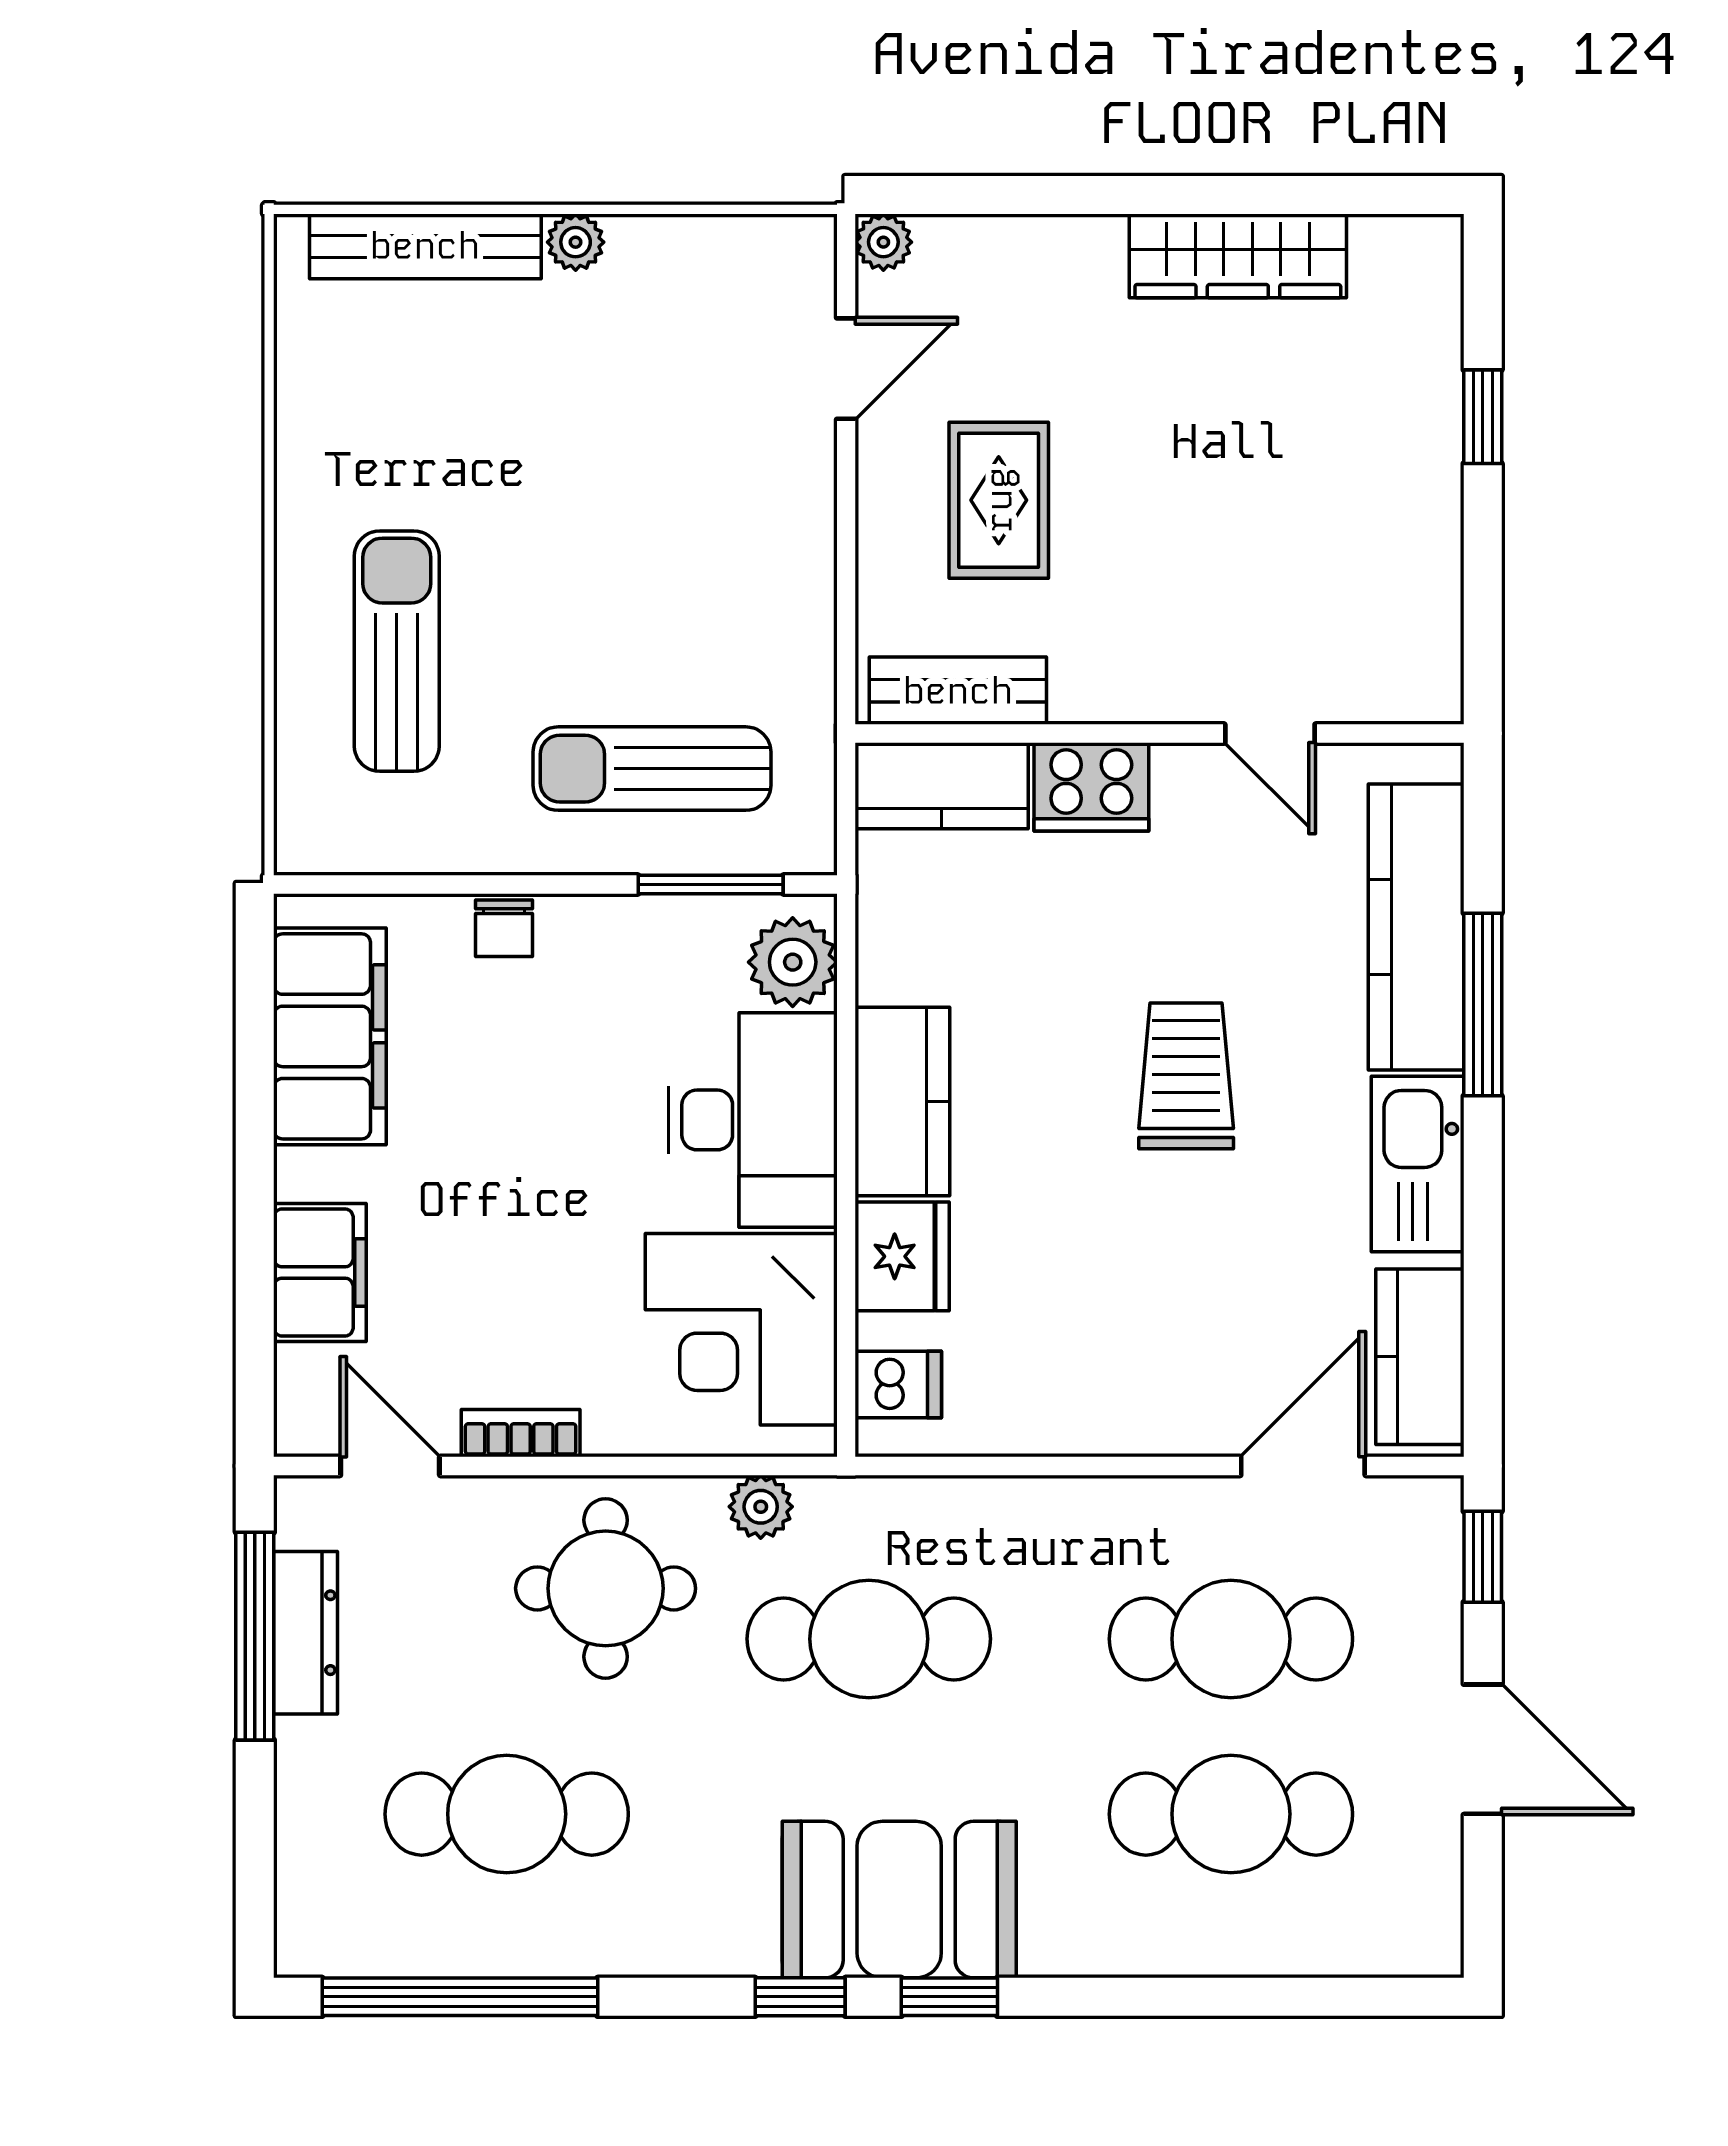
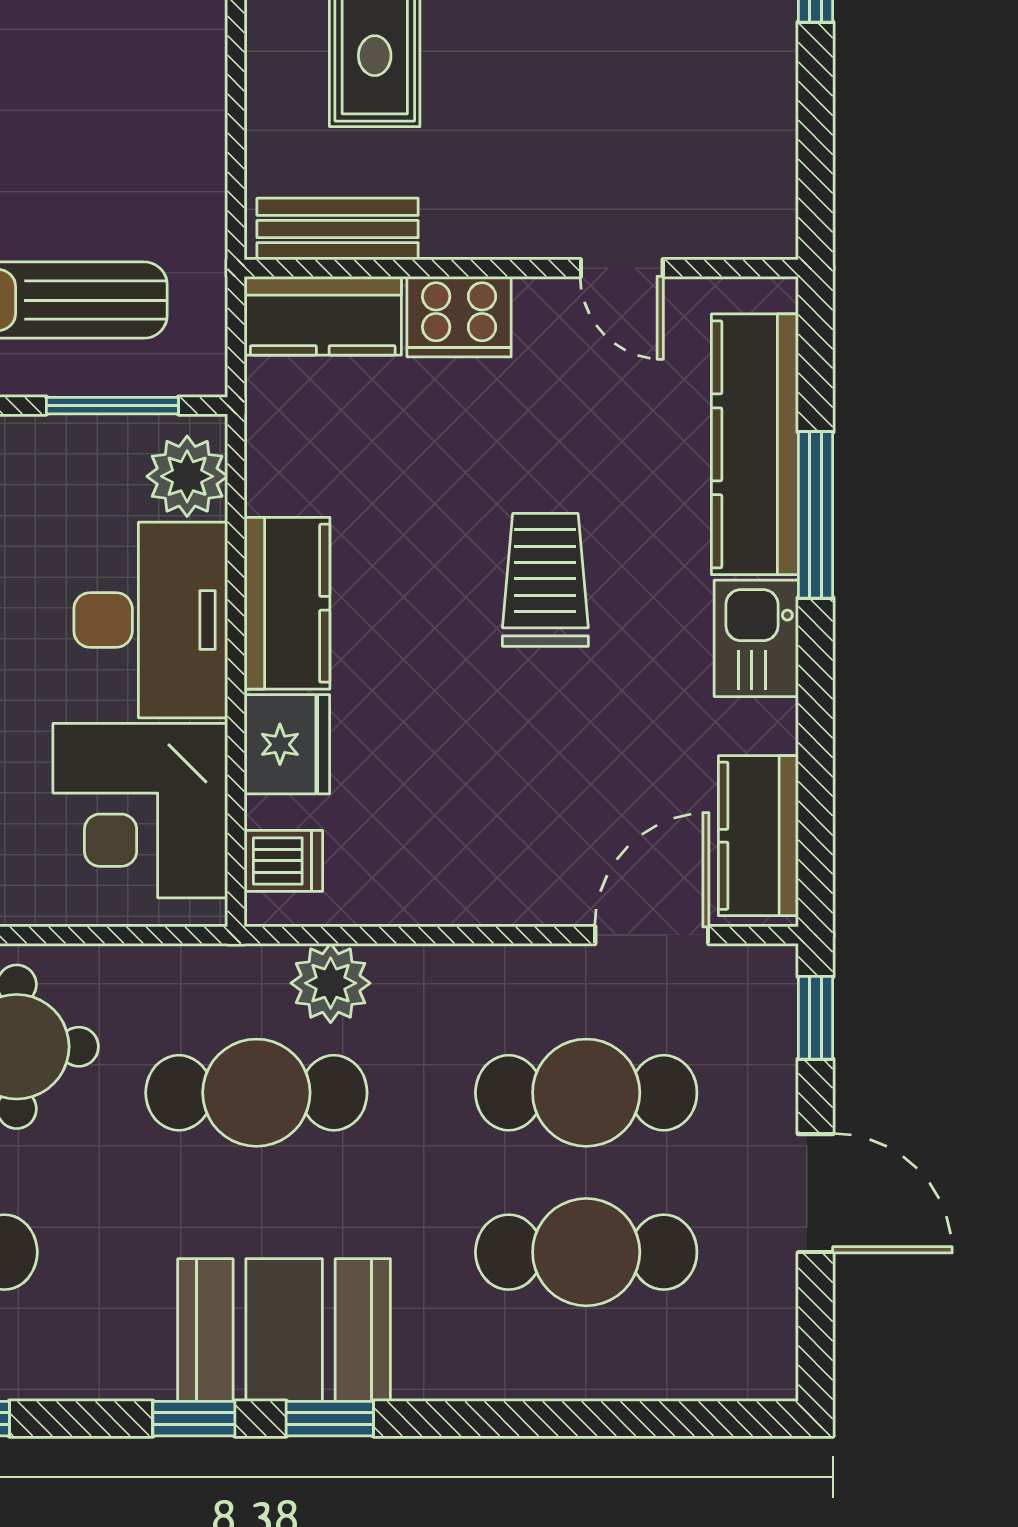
kitchen sink: (1418, 1164) -> (756, 638), width x0.73
plant: (761, 1507) -> (331, 983), moved, width x1.38, depth x1.38

